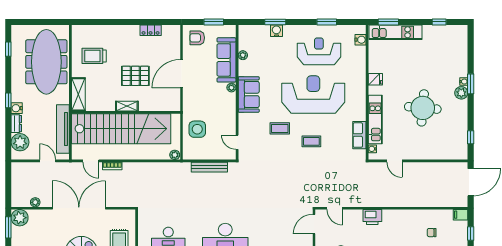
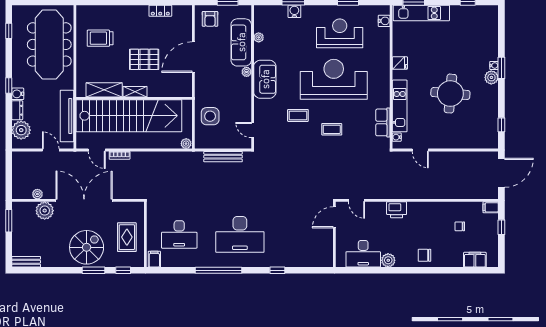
armchair: (197, 38) -> (210, 19), turned -90
shelving: (78, 94) -> (104, 90), moved, turned 90
plant: (20, 218) -> (45, 211), moved

